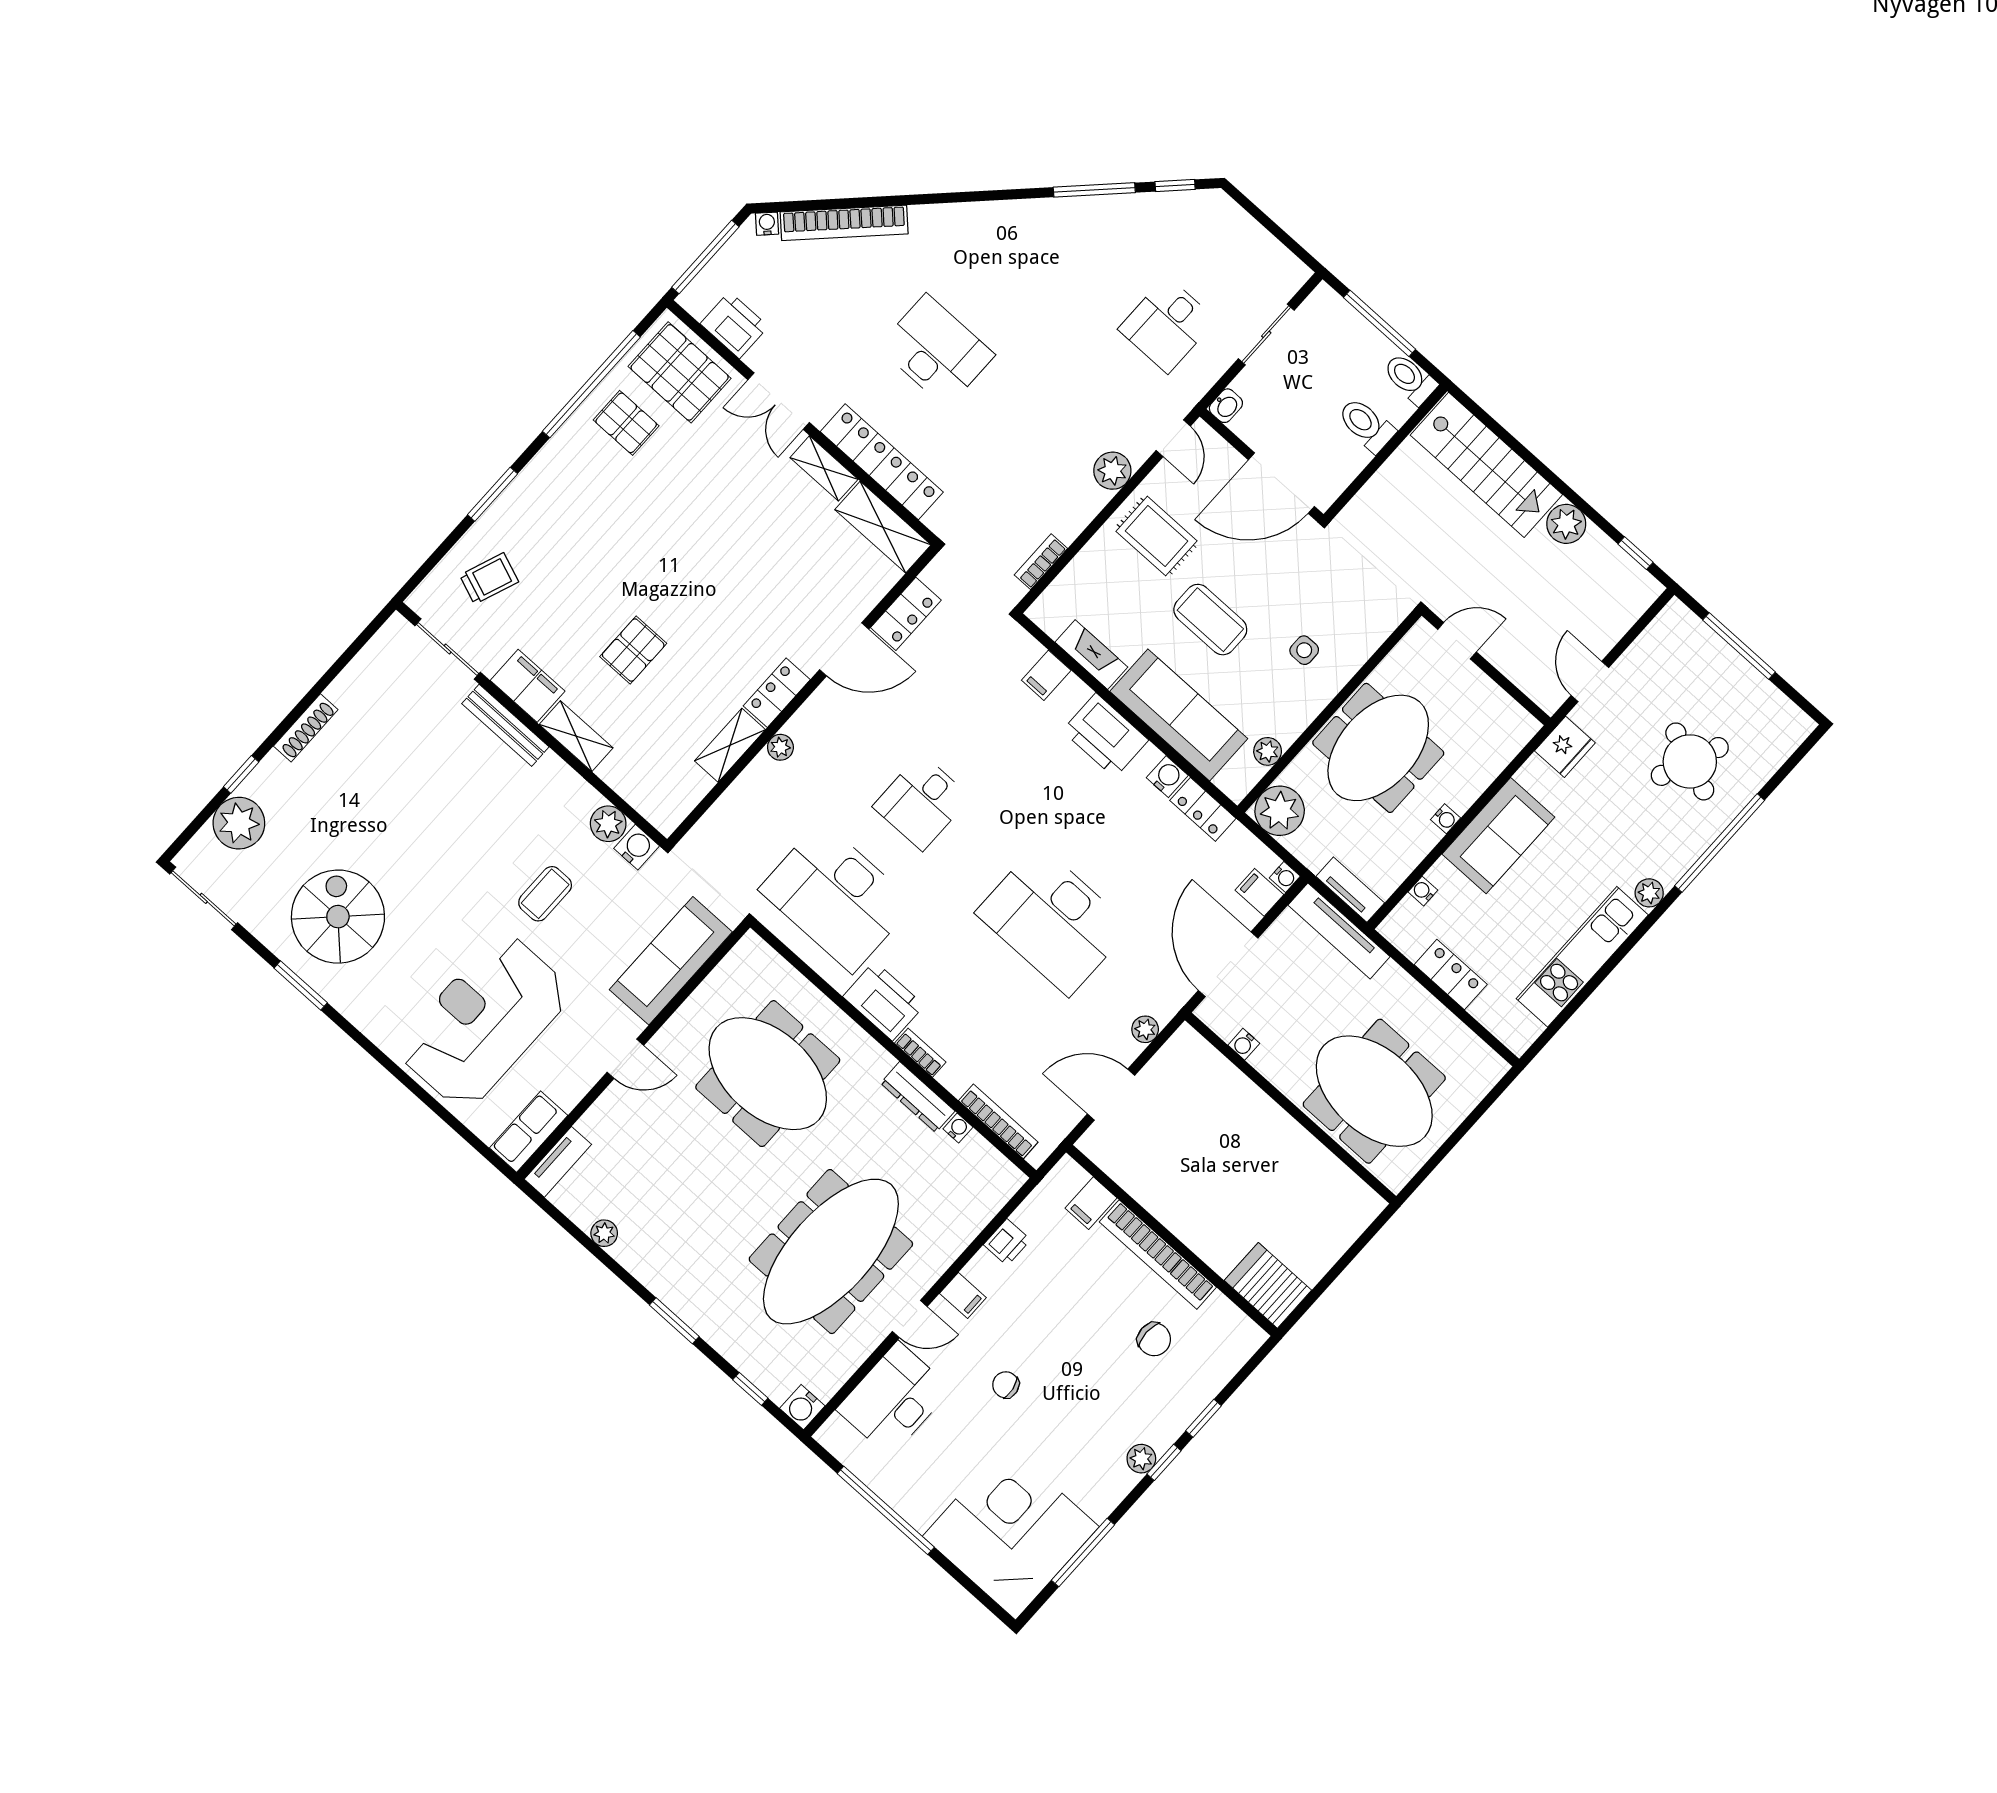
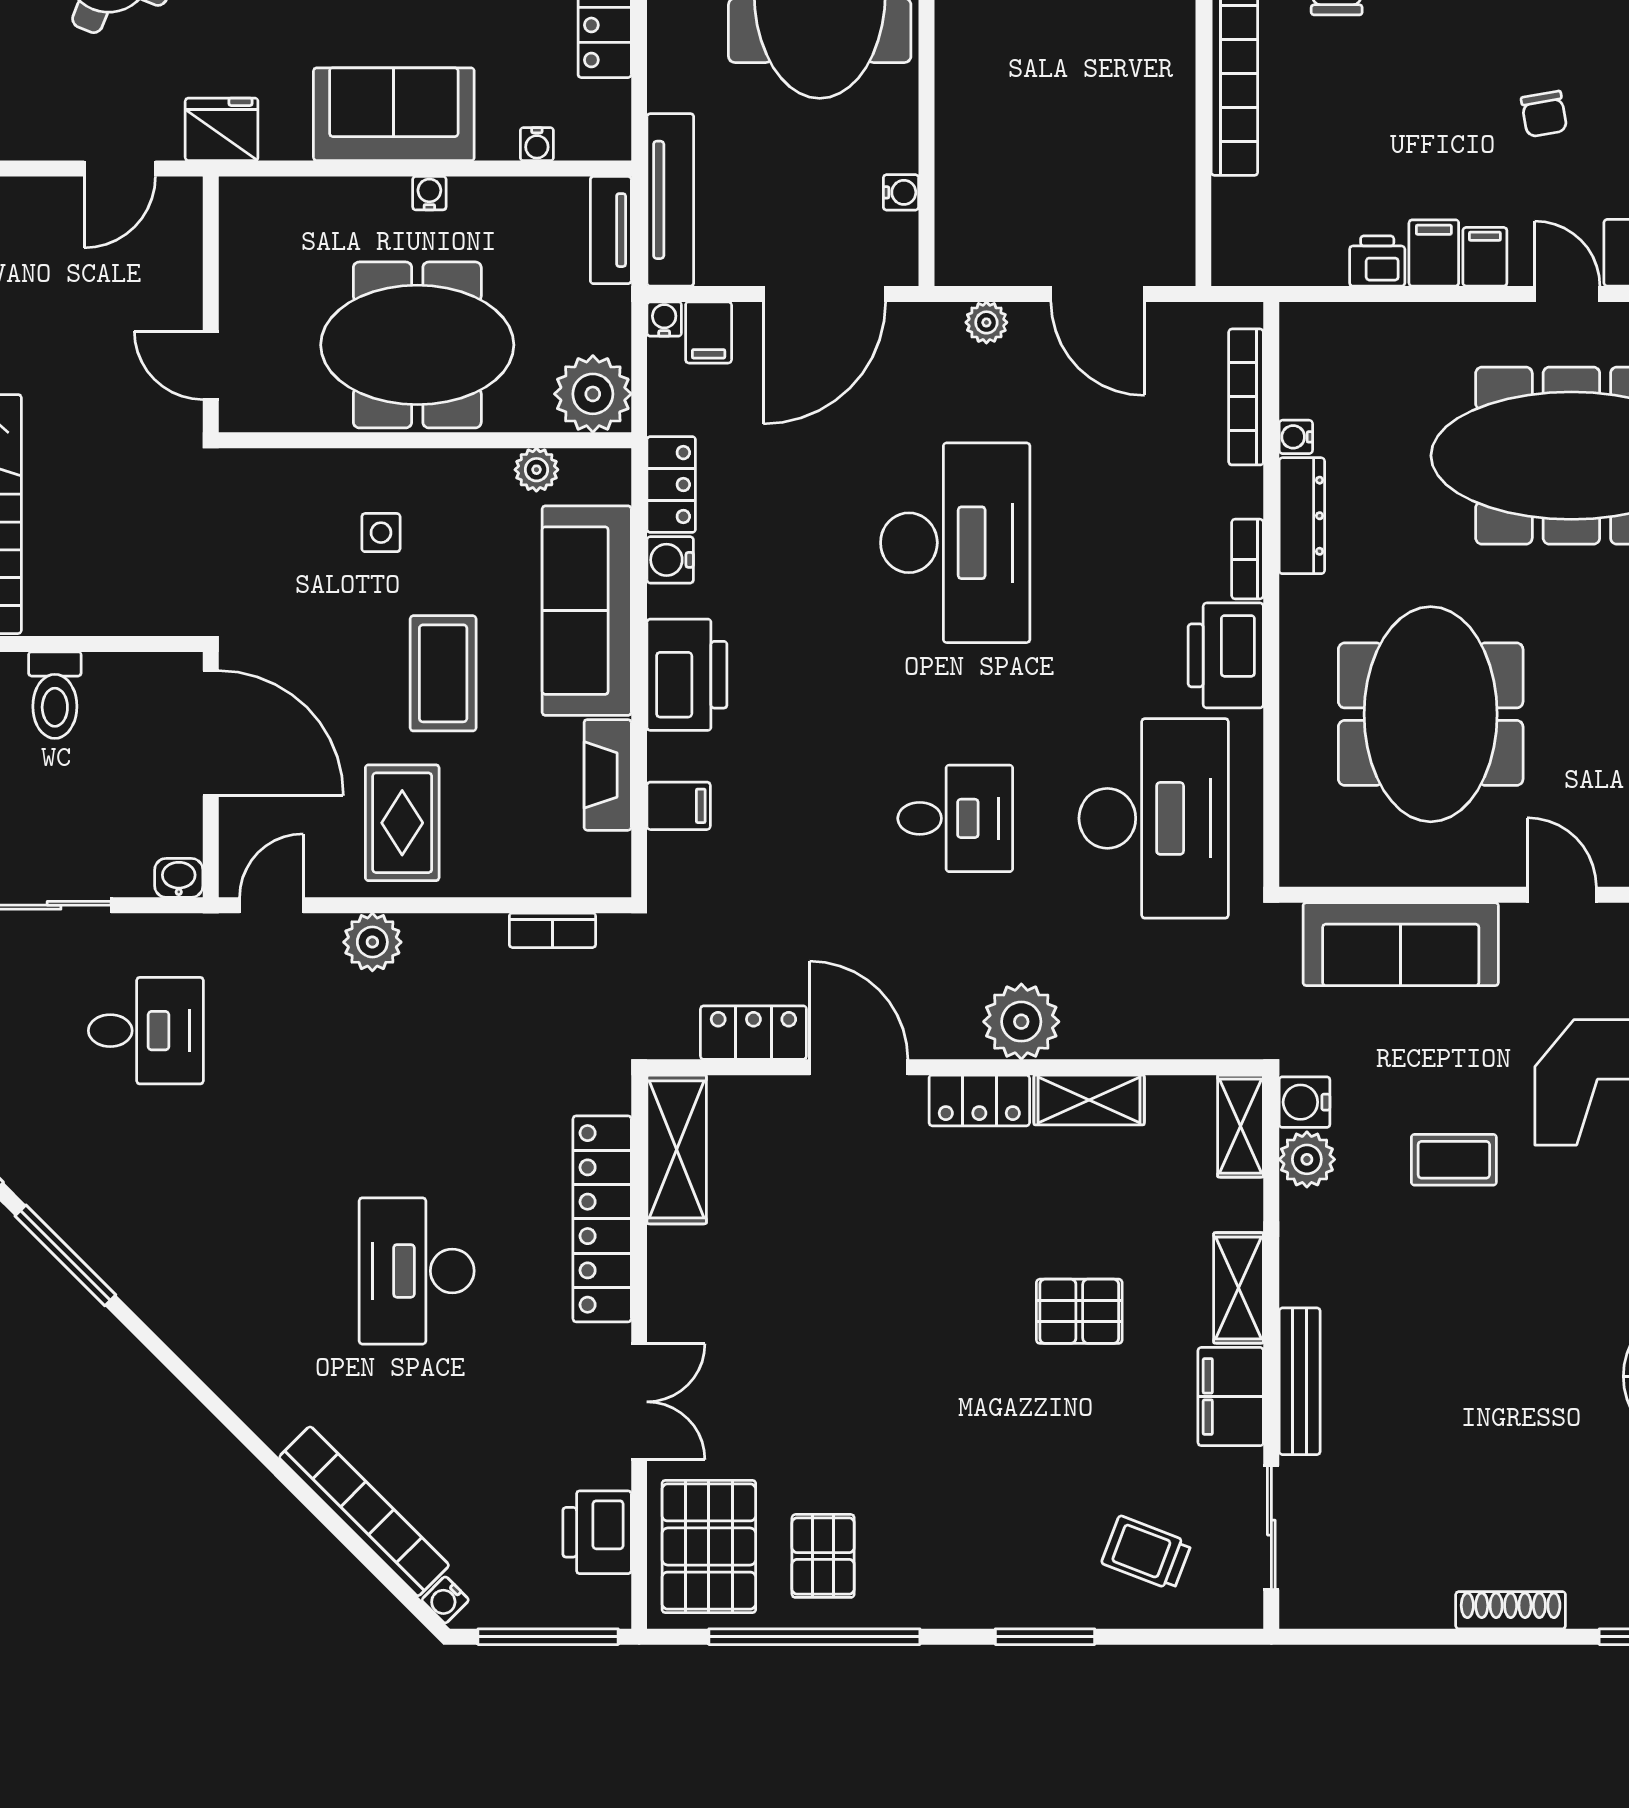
shelving: (824, 468) -> (1241, 1126), moved
plant: (780, 747) -> (1021, 1022), width x1.88, depth x1.88
filing cabinet: (1091, 1203) -> (1434, 253), moved, turned -90

